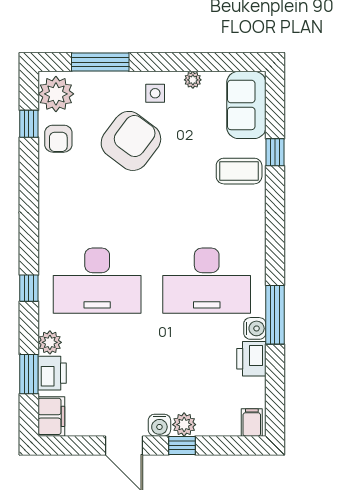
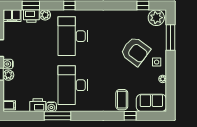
armchair: (58, 139) -> (136, 19), removed

